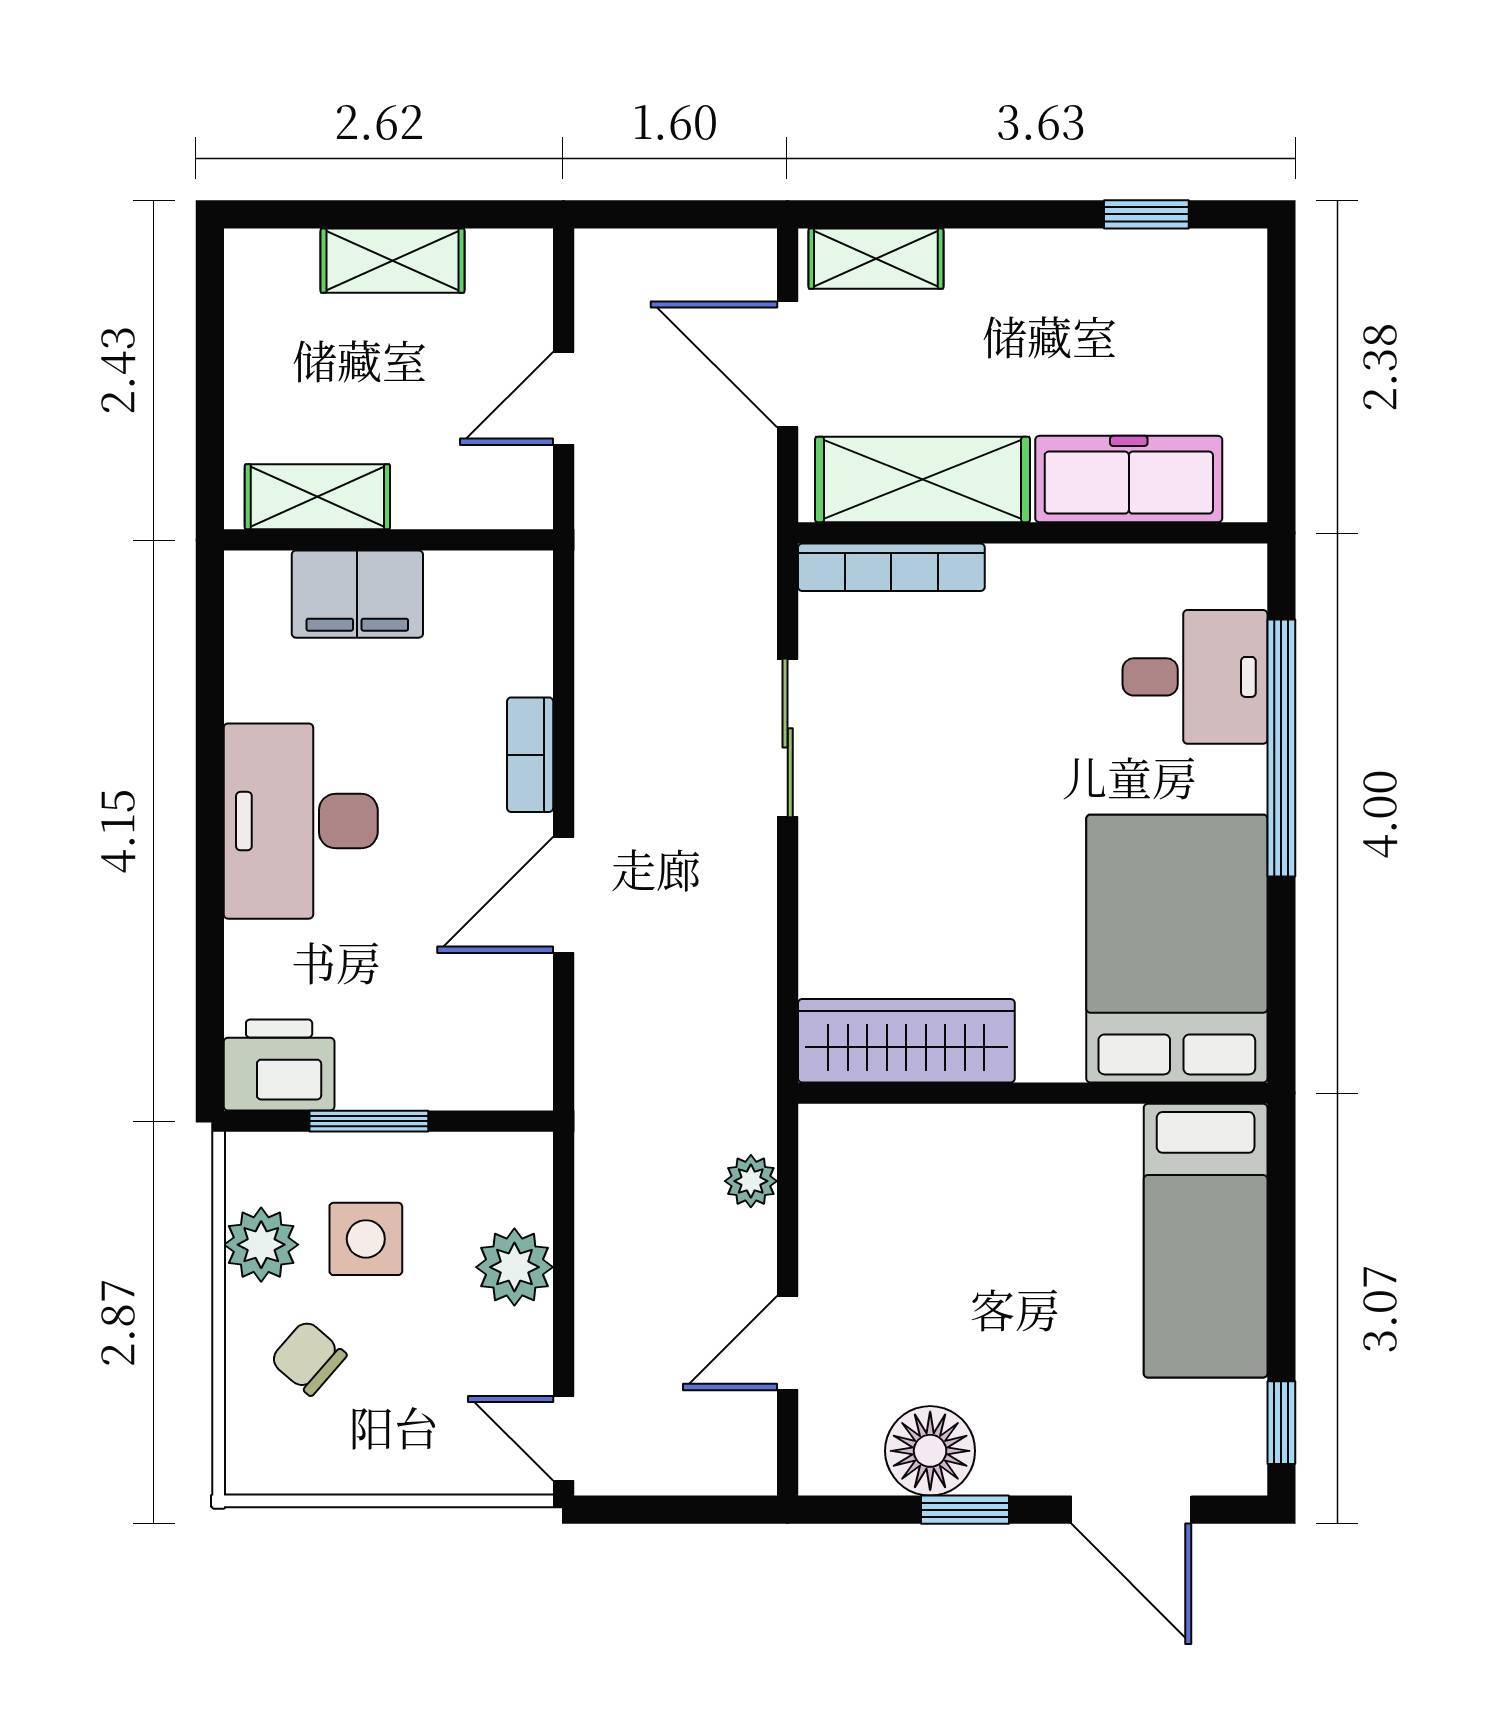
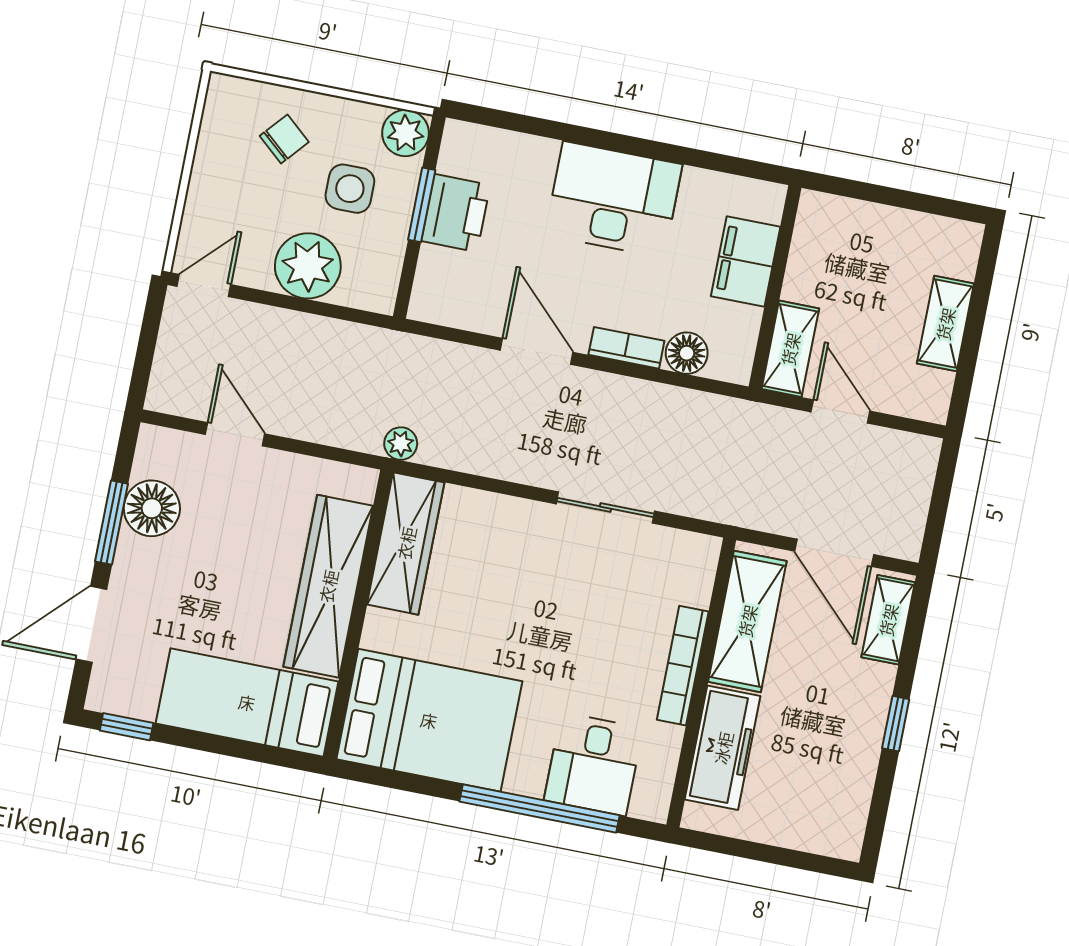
window: (1146, 214) -> (896, 724), moved
door: (788, 364) -> (834, 553), swing flipped
shelving: (317, 497) -> (790, 349), moved
bookcase: (891, 567) -> (683, 666), moved
floor lamp: (520, 658) -> (687, 353), added
printer: (279, 1065) -> (456, 213), moved
wardrobe: (998, 1149) -> (328, 586), added
plant: (751, 1181) -> (401, 444), moved
plant: (261, 1245) -> (405, 133), moved
plant: (514, 1267) -> (308, 266), width x1.36, depth x1.36
window: (965, 1510) -> (112, 523), width x1.50

